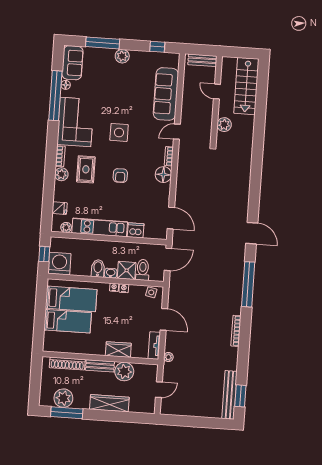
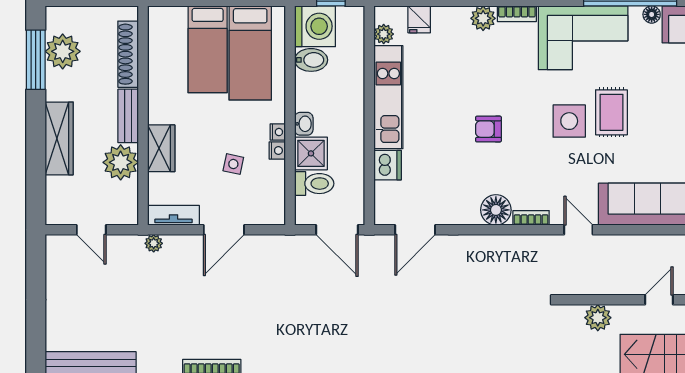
rug: (86, 169) -> (611, 112), moved, turned 90
bidet: (98, 268) -> (311, 60), moved
side table: (151, 292) -> (233, 164), moved

